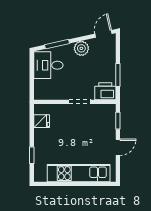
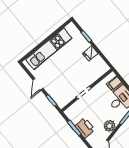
filing cabinet: (42, 86) -> (115, 83), added
printer: (105, 91) -> (85, 128), moved, turned -90
fridge: (42, 121) -> (90, 53), moved

